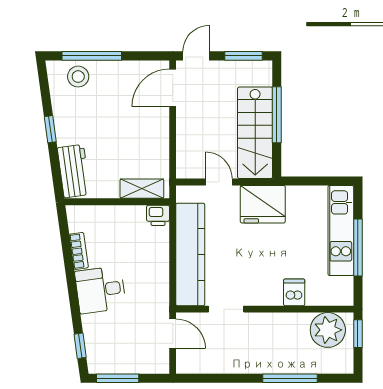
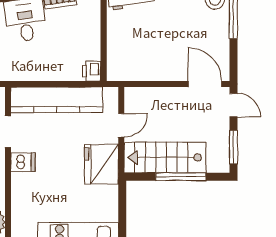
shelving: (142, 189) -> (115, 57), removed
dishwasher: (294, 292) -> (23, 162), moved

